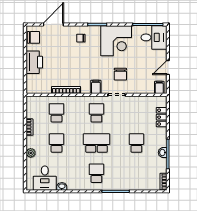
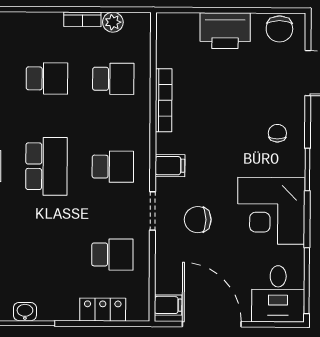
door: (168, 68) -> (212, 324), width x1.88
school desk: (136, 143) -> (112, 254), moved
plant: (31, 153) -> (113, 22), moved

